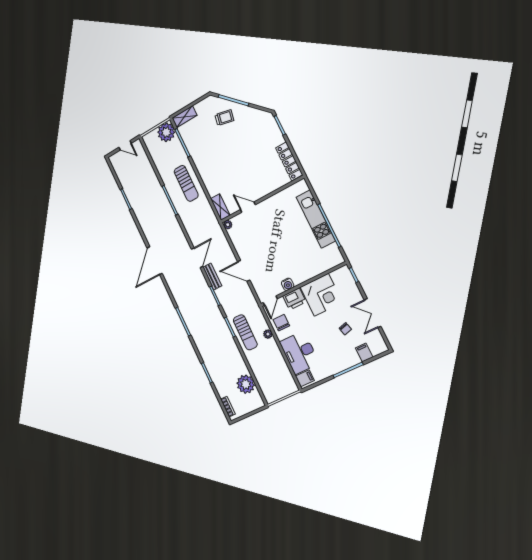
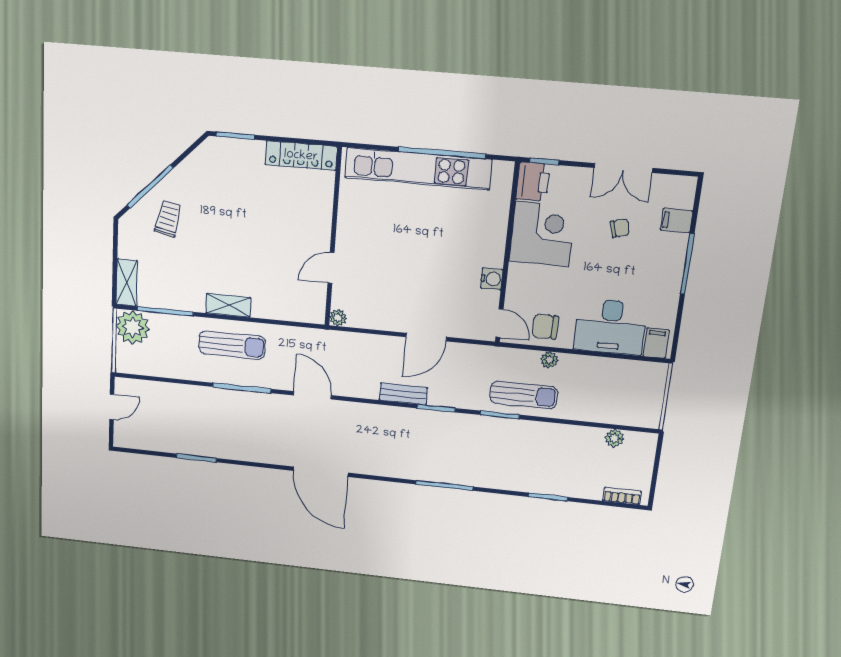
shelving: (220, 207) -> (228, 305), moved
kitchen unit: (316, 219) -> (418, 169), width x1.36
door: (197, 258) -> (312, 395), moved
printer: (294, 299) -> (533, 182), moved
plant: (246, 384) -> (614, 438), width x0.53, depth x0.53

